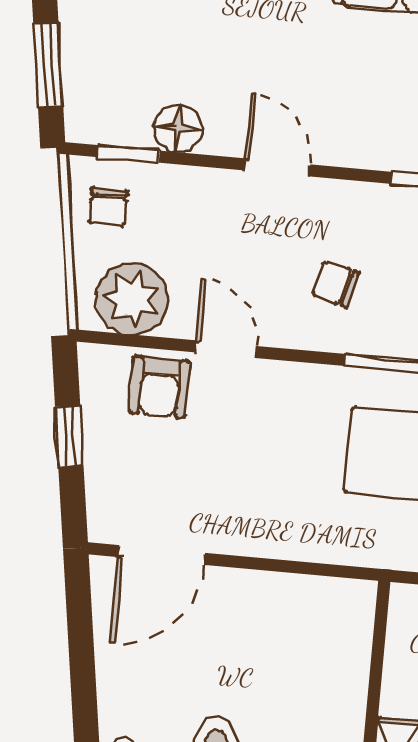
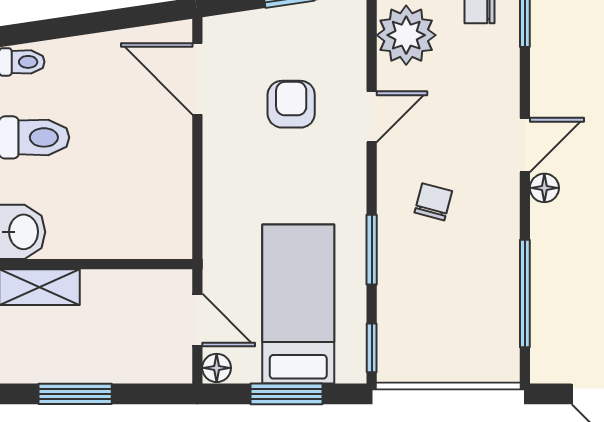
floor lamp: (178, 128) -> (544, 188), moved, width x0.73, depth x0.73
armchair: (159, 387) -> (291, 104), moved, turned 90

